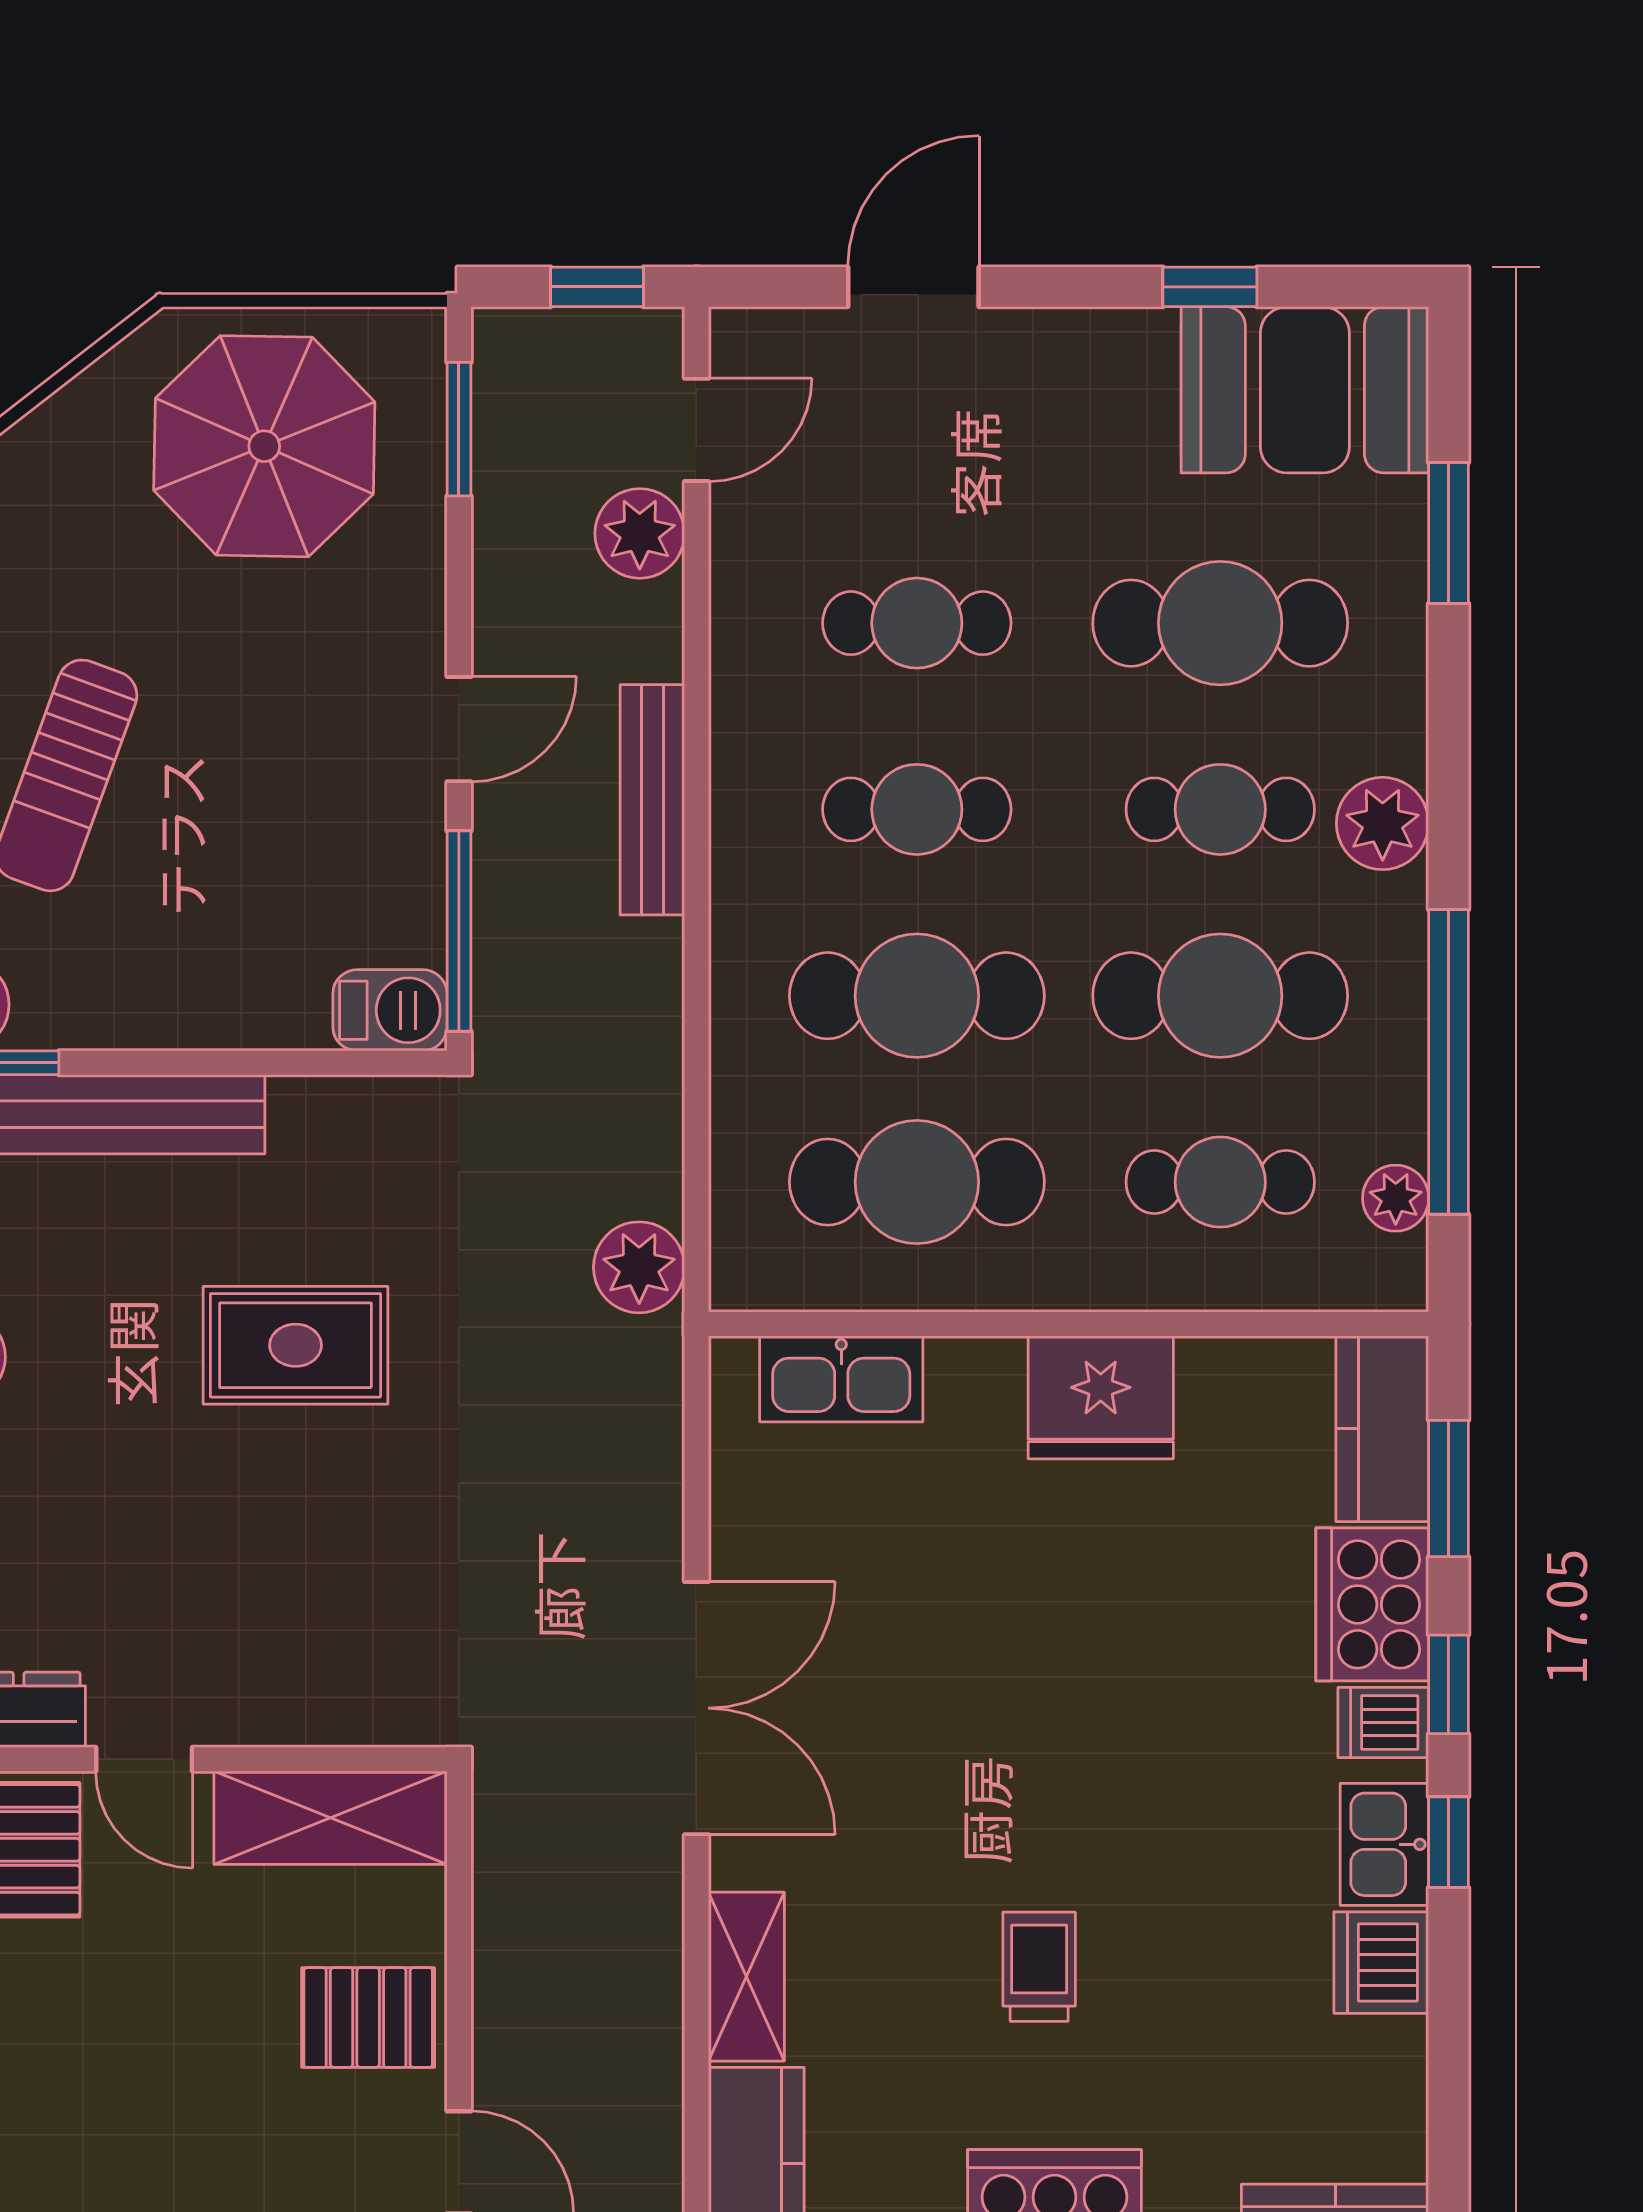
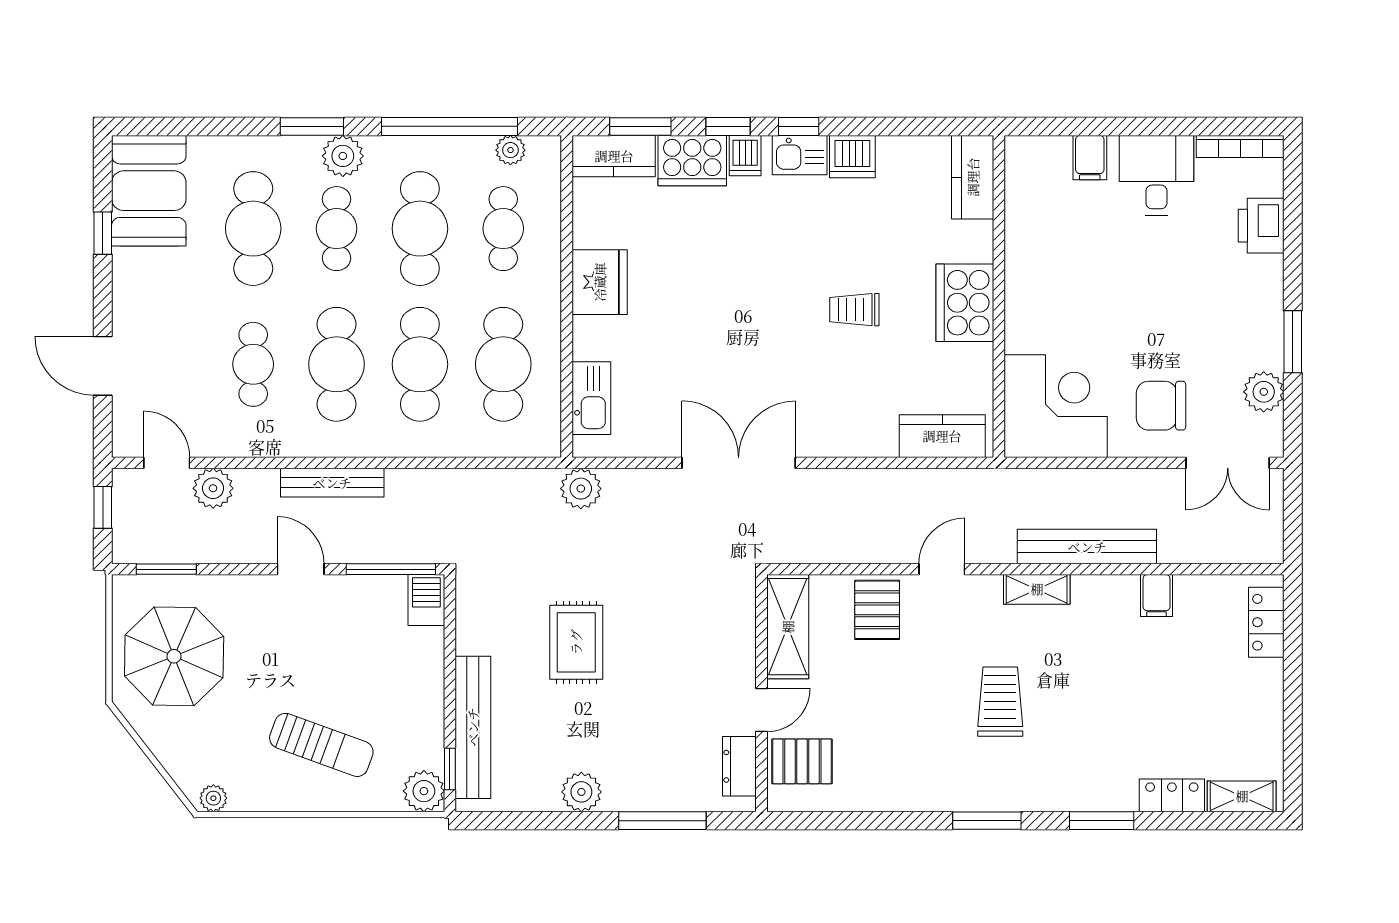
window: (1448, 533) -> (312, 126), moved
cafe table: (917, 809) -> (337, 364), width x1.37, depth x1.35
plant: (639, 1267) -> (581, 489), moved
shelving: (746, 1977) -> (859, 441), removed

